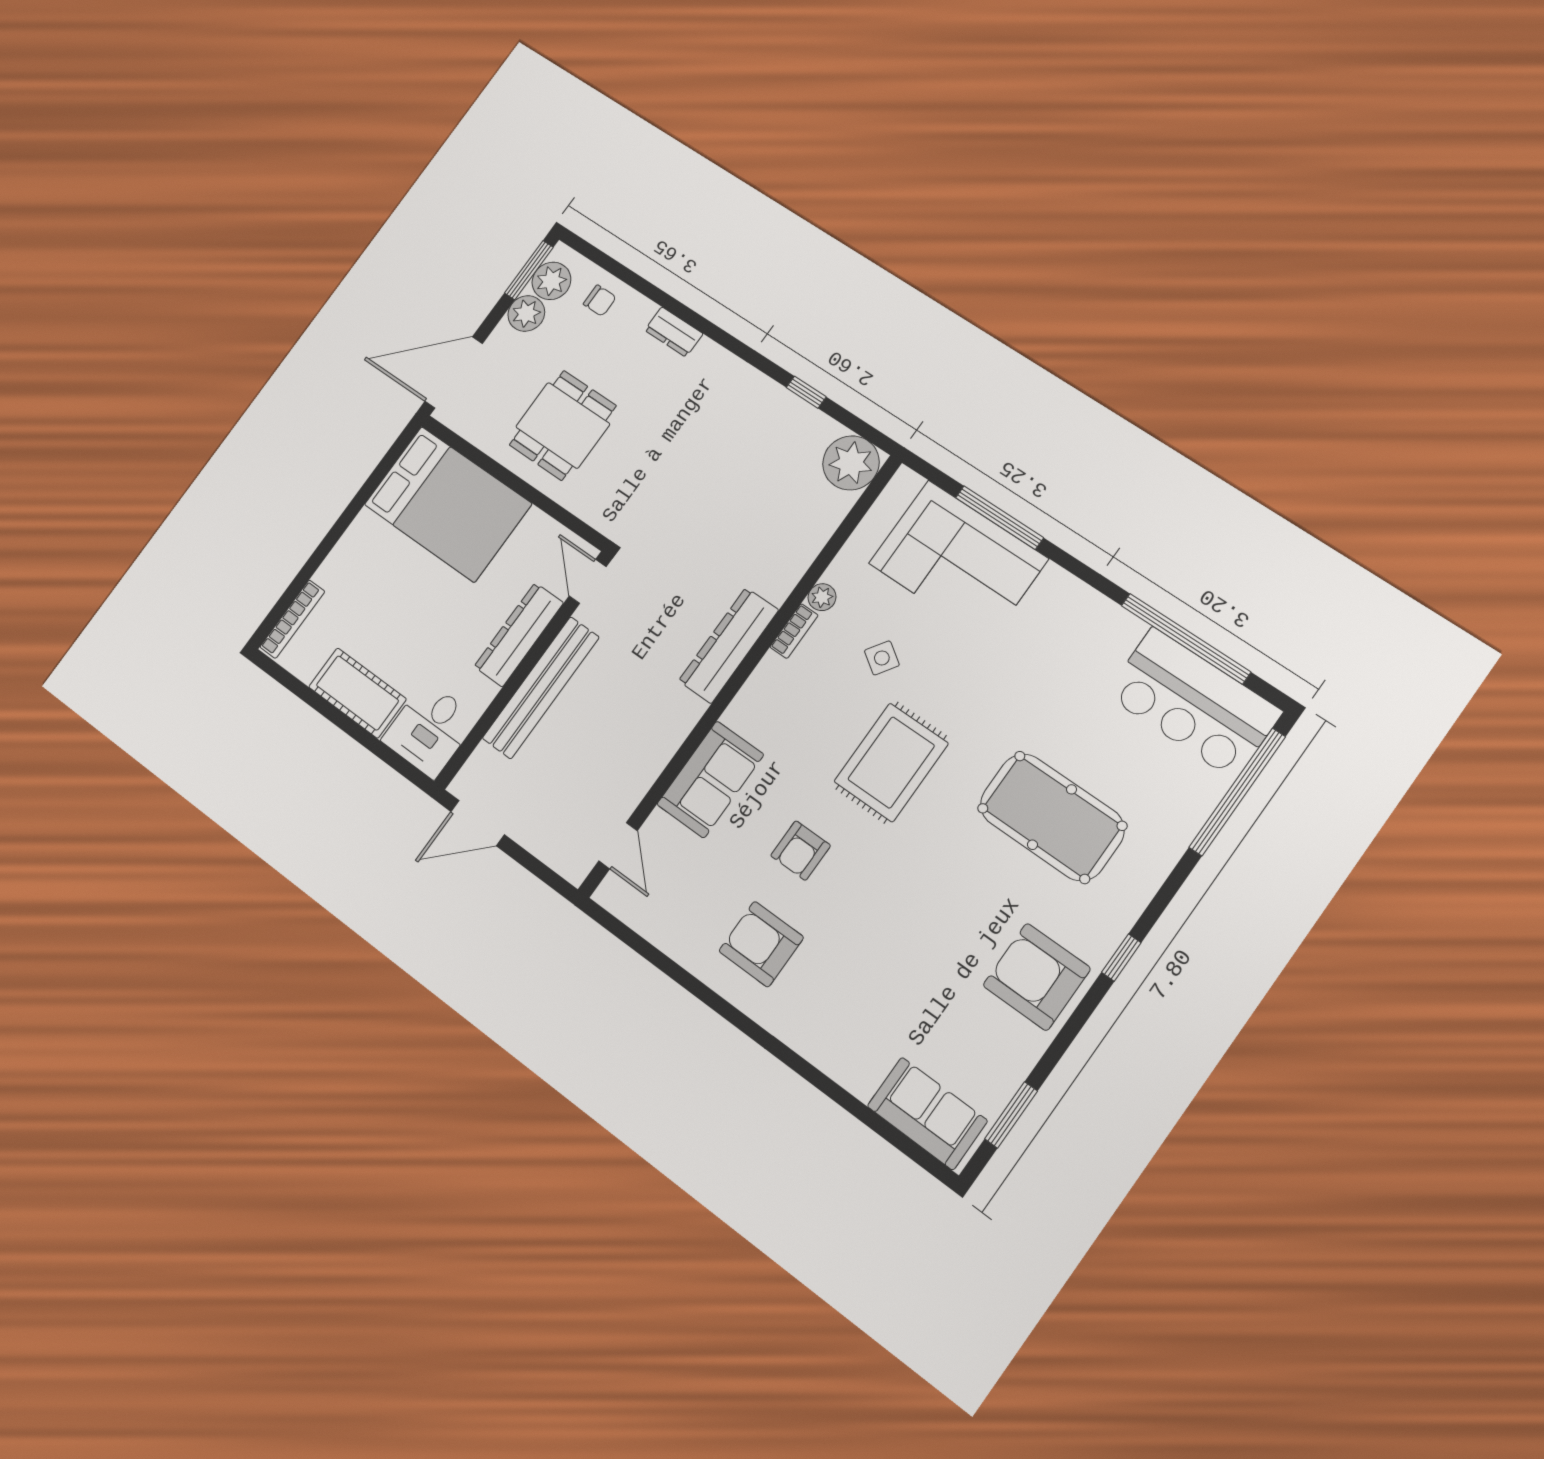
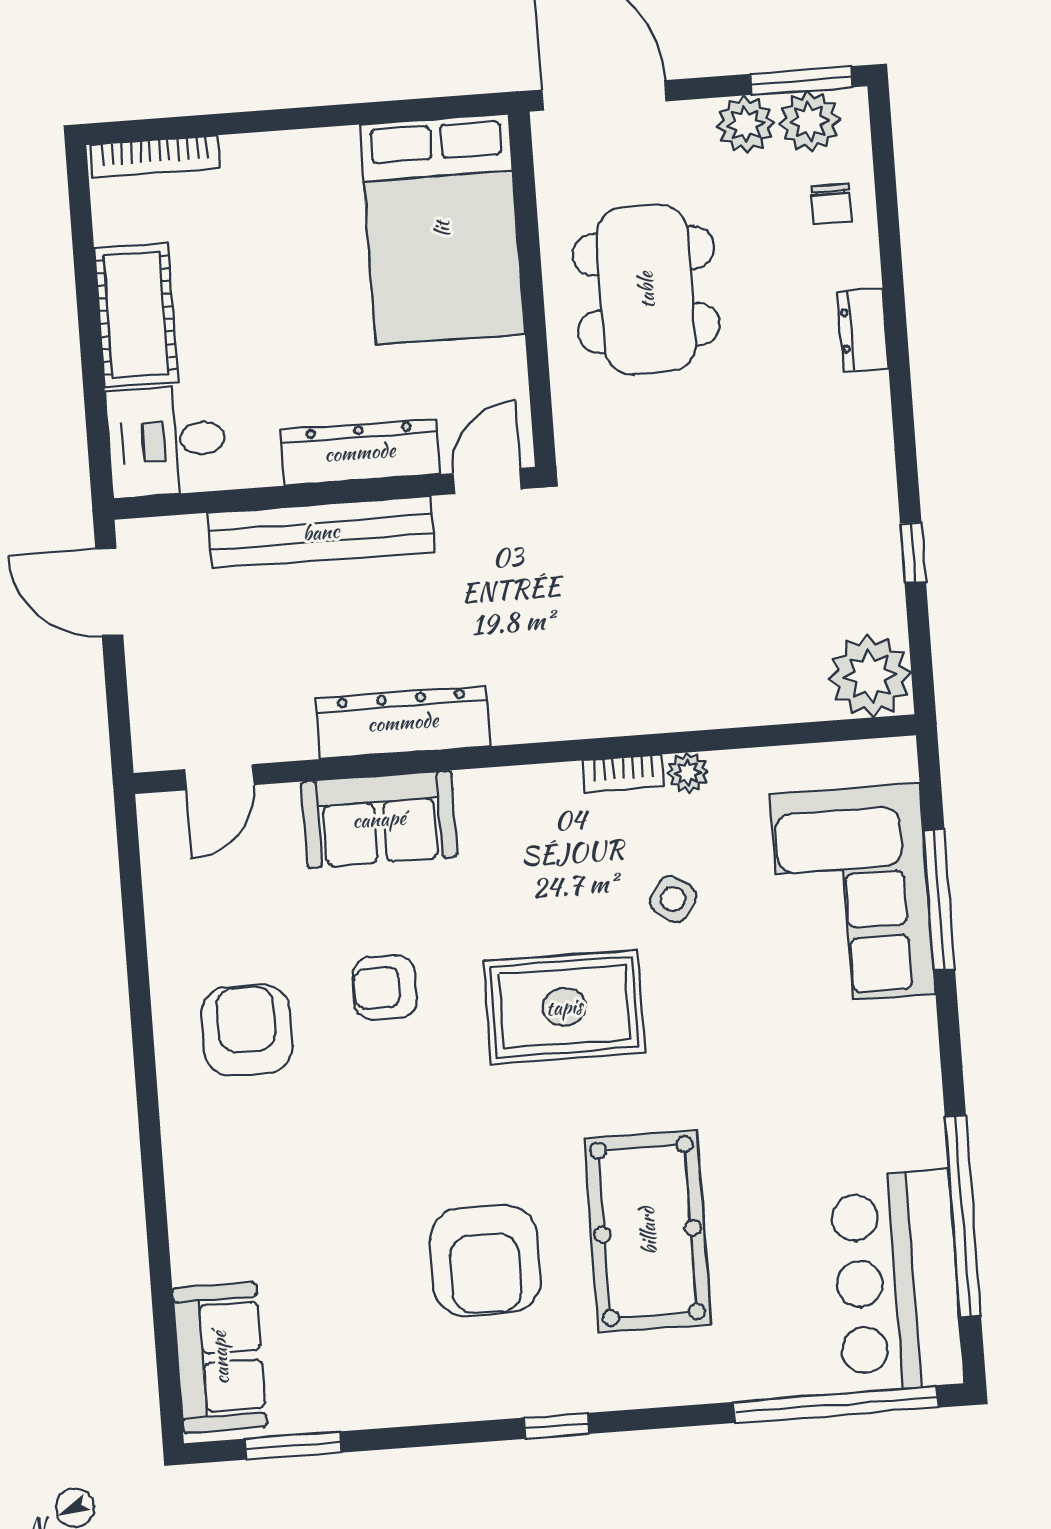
dining table: (563, 425) -> (646, 290), width x1.38
dresser: (729, 645) -> (403, 722), moved
armchair: (1037, 977) -> (485, 1260), moved, turned 180

